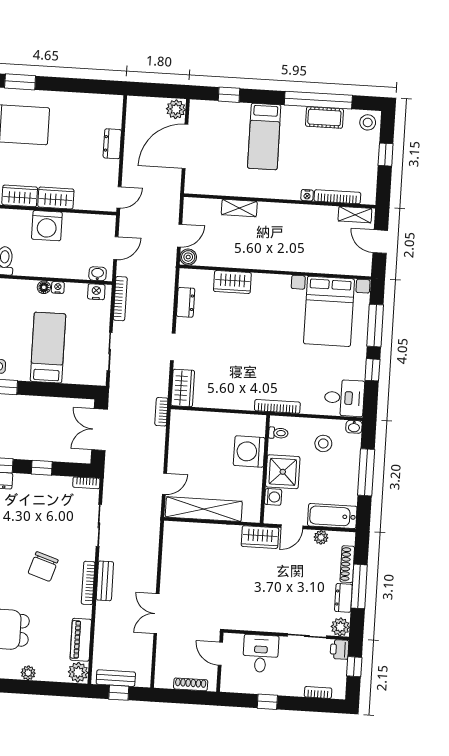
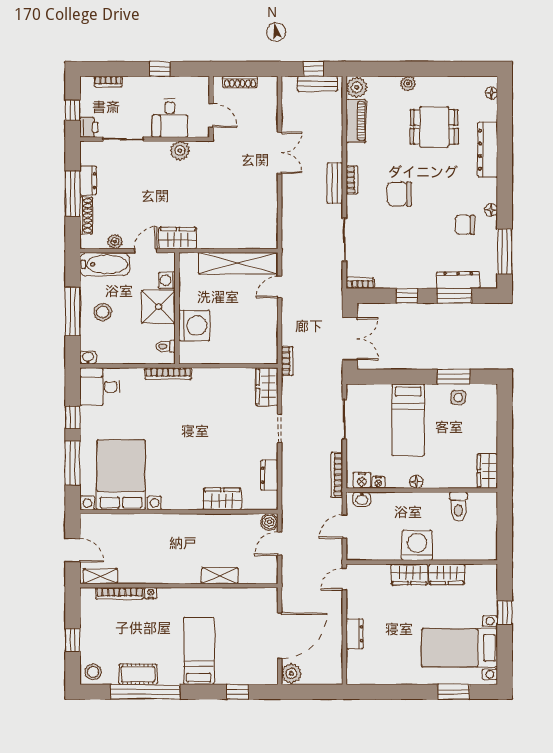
nightstand: (58, 288) -> (378, 482), moved
stool: (323, 443) -> (103, 312), moved
chair: (43, 567) -> (399, 194), turned -108
bookcase: (88, 583) -> (352, 180), width x0.64
plant: (340, 627) -> (180, 151), moved

